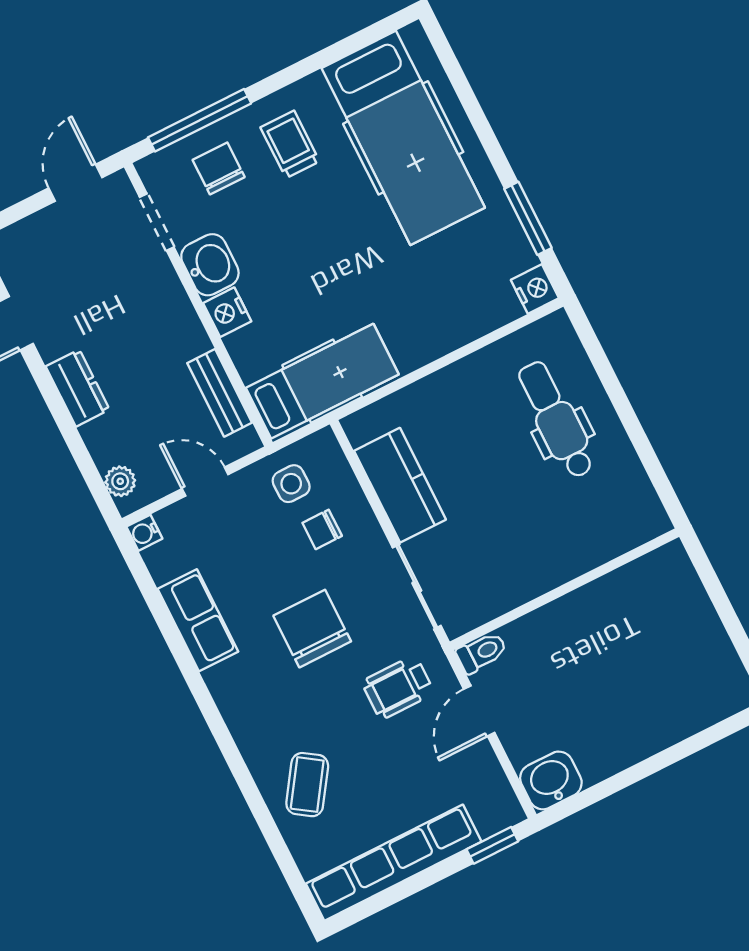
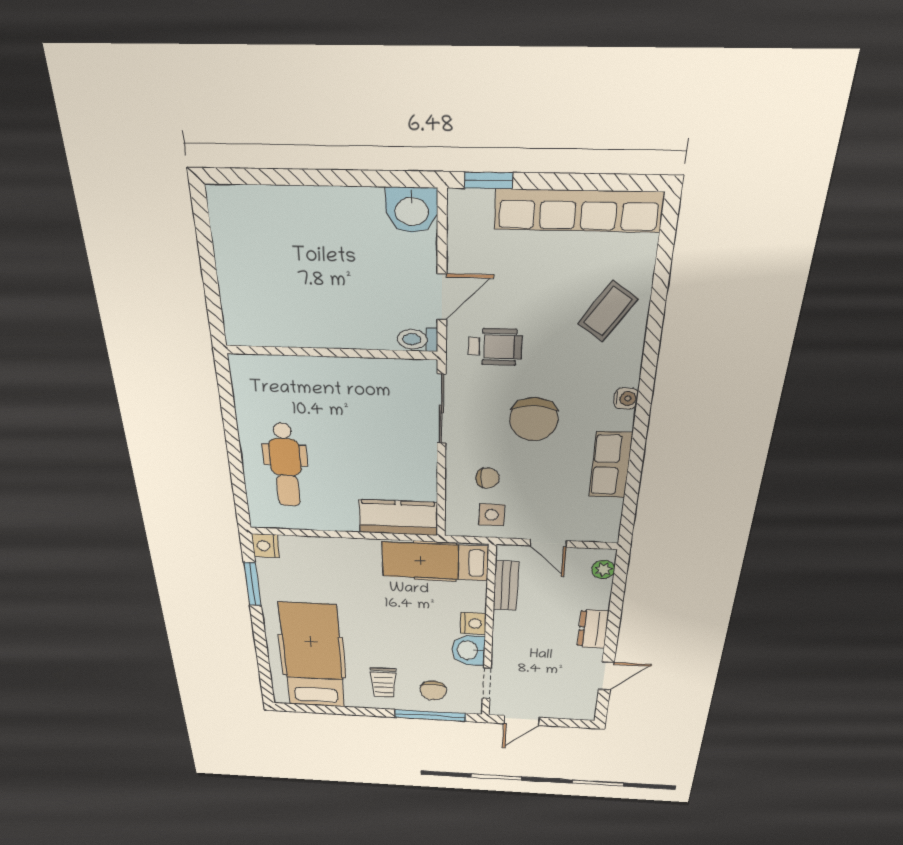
kitchen counter: (400, 485) -> (398, 518), moved, turned 90
water cooler: (144, 533) -> (626, 398), moved

